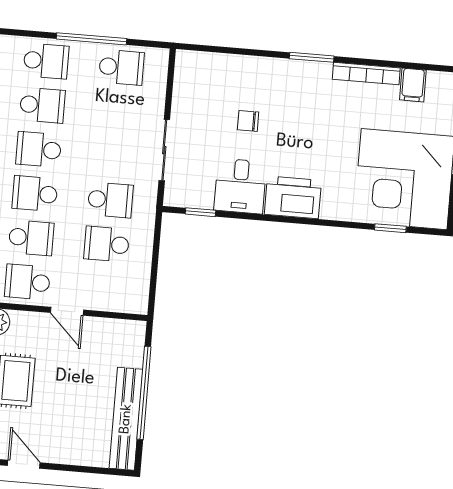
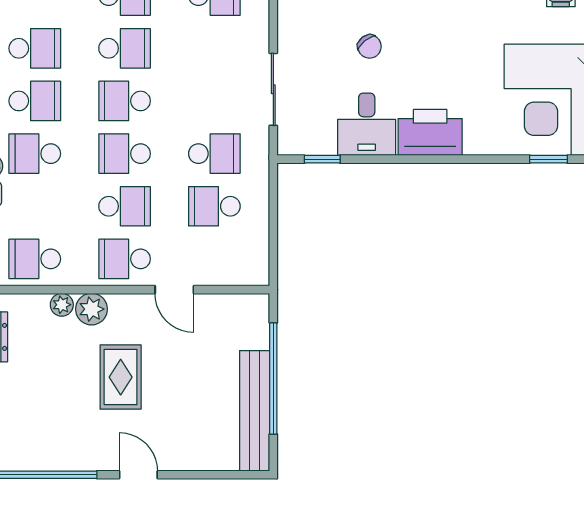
chair: (248, 121) -> (369, 46), turned -129

